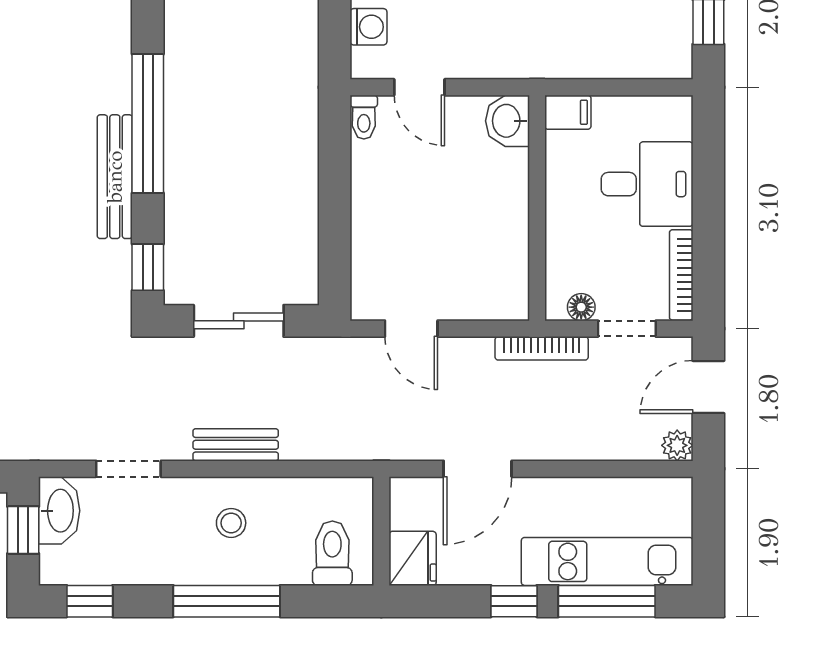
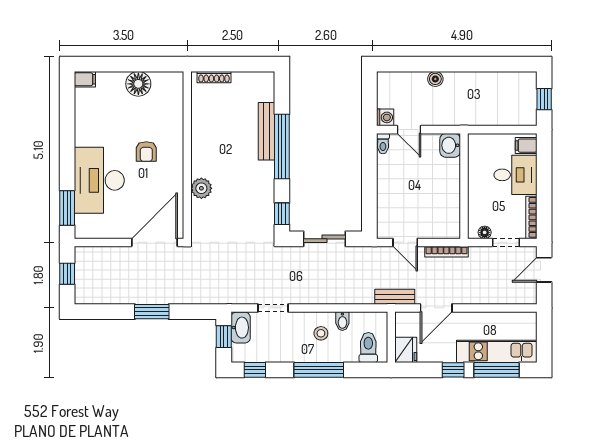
washing machine: (368, 27) -> (385, 117), moved
filing cabinet: (568, 112) -> (526, 146), moved, turned 180
bench: (115, 177) -> (267, 131), moved
bookcase: (542, 348) -> (446, 252), moved
bench: (236, 445) -> (395, 297), moved
plant: (677, 445) -> (529, 297), removed
bidet: (277, 497) -> (342, 321), added

